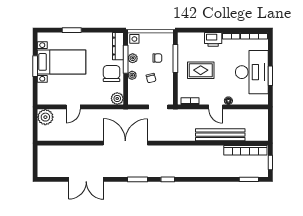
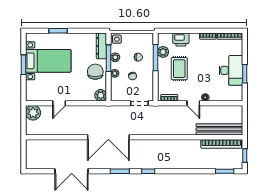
printer: (213, 39) -> (181, 40), moved
plant: (183, 52) -> (163, 52), added
rug: (201, 70) -> (179, 69), turned 90
desk: (252, 72) -> (231, 70), width x0.73, depth x0.77
bench: (220, 135) -> (219, 129), moved
double door: (125, 143) -> (108, 137), swing flipped

